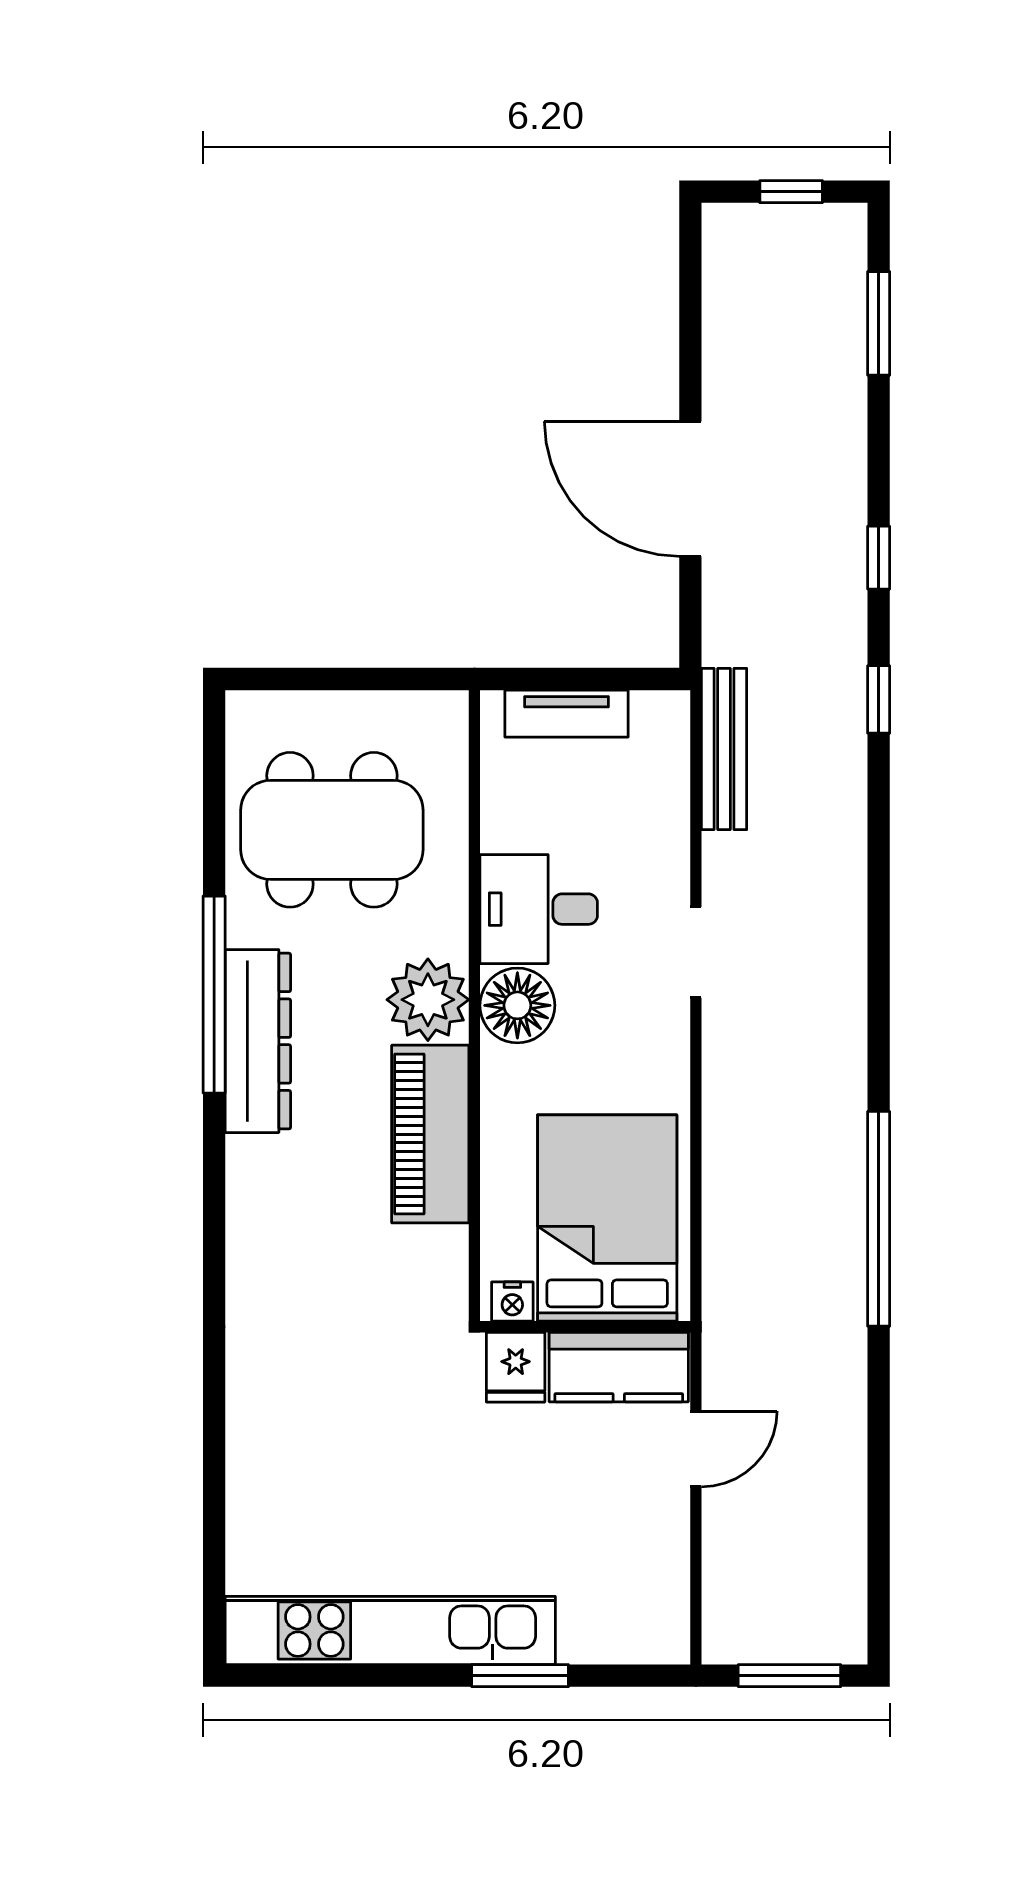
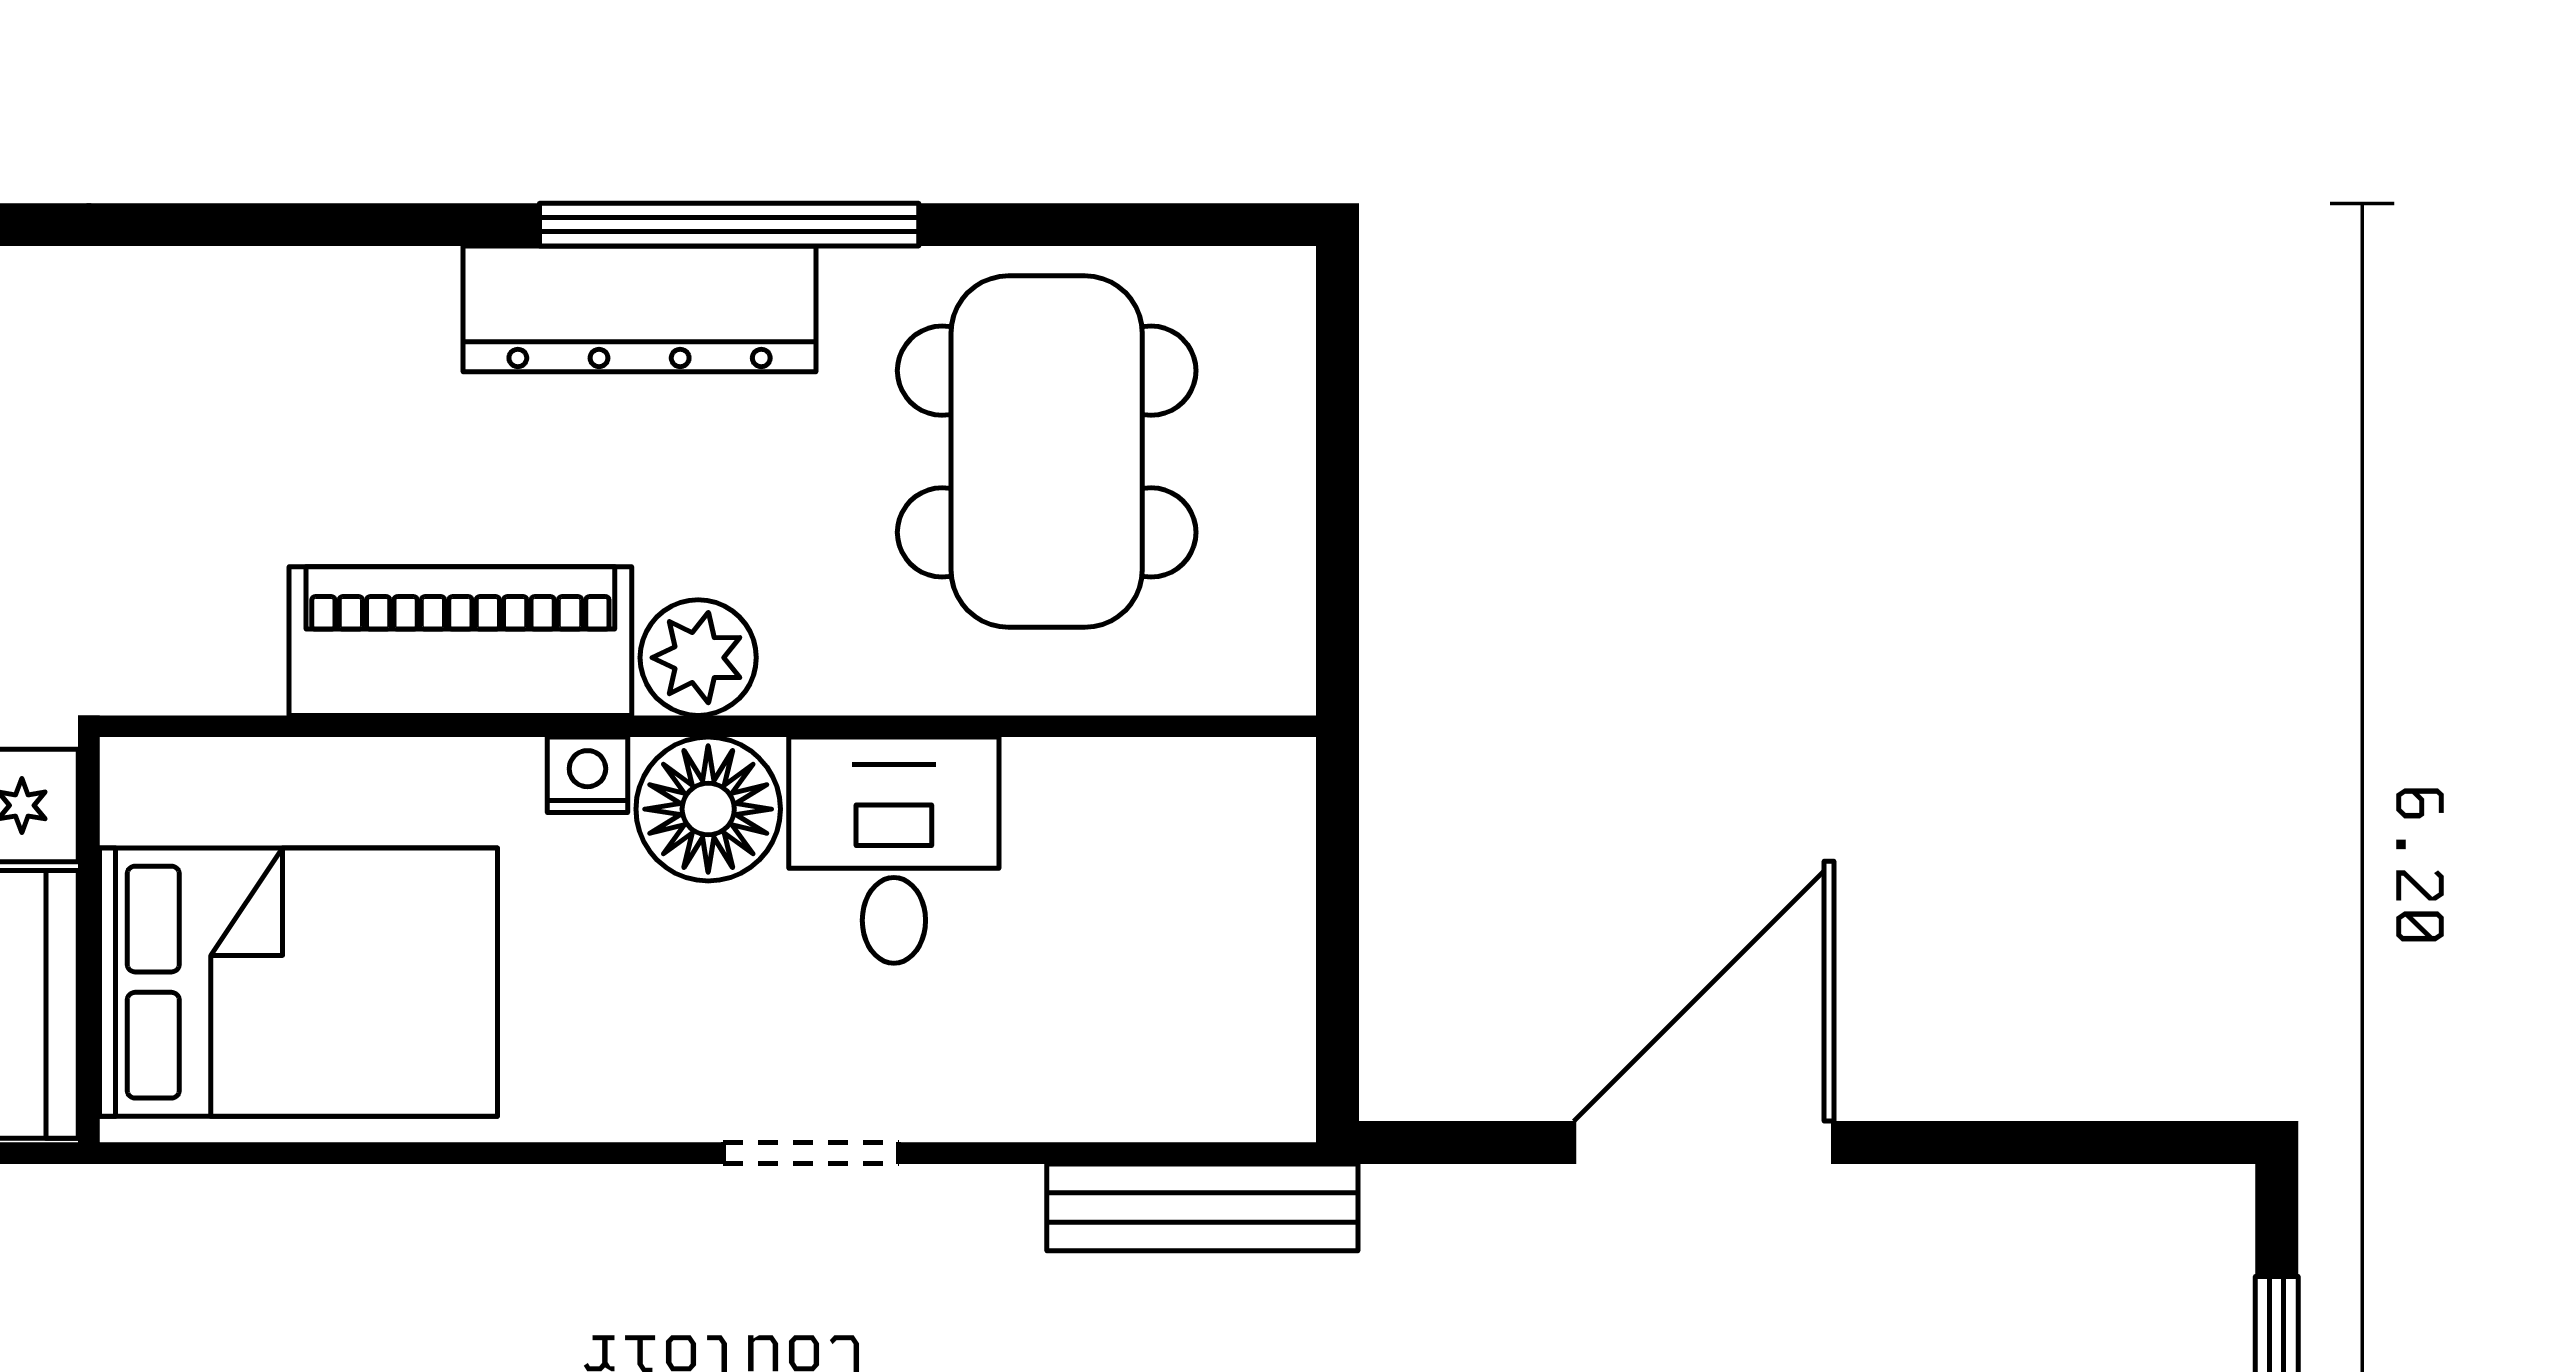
tv unit: (566, 714) -> (1271, 904), removed
plant: (428, 1000) -> (698, 658), width x0.73, depth x0.73
nightstand: (512, 1302) -> (587, 775), moved, turned 90

